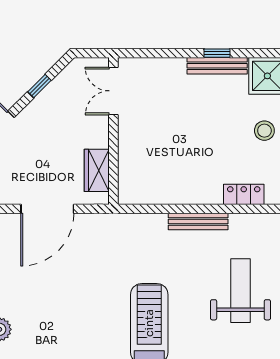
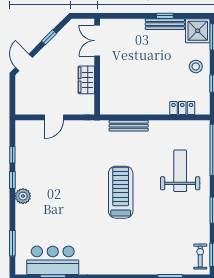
wardrobe: (97, 170) -> (86, 80), moved
door: (47, 209) -> (54, 117), width x0.53
bench: (198, 221) -> (129, 126), moved

